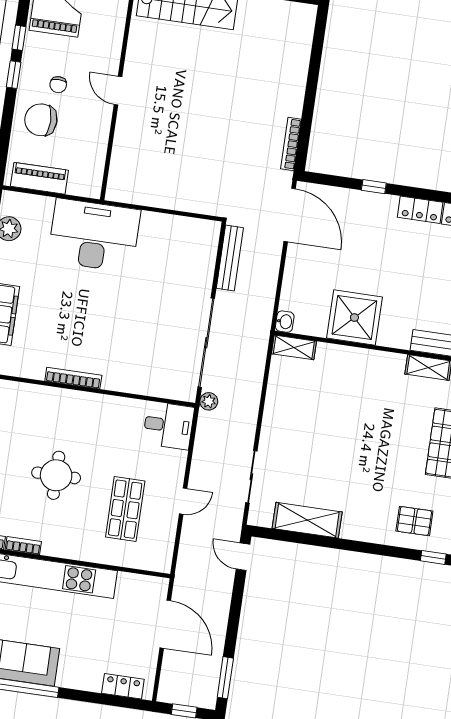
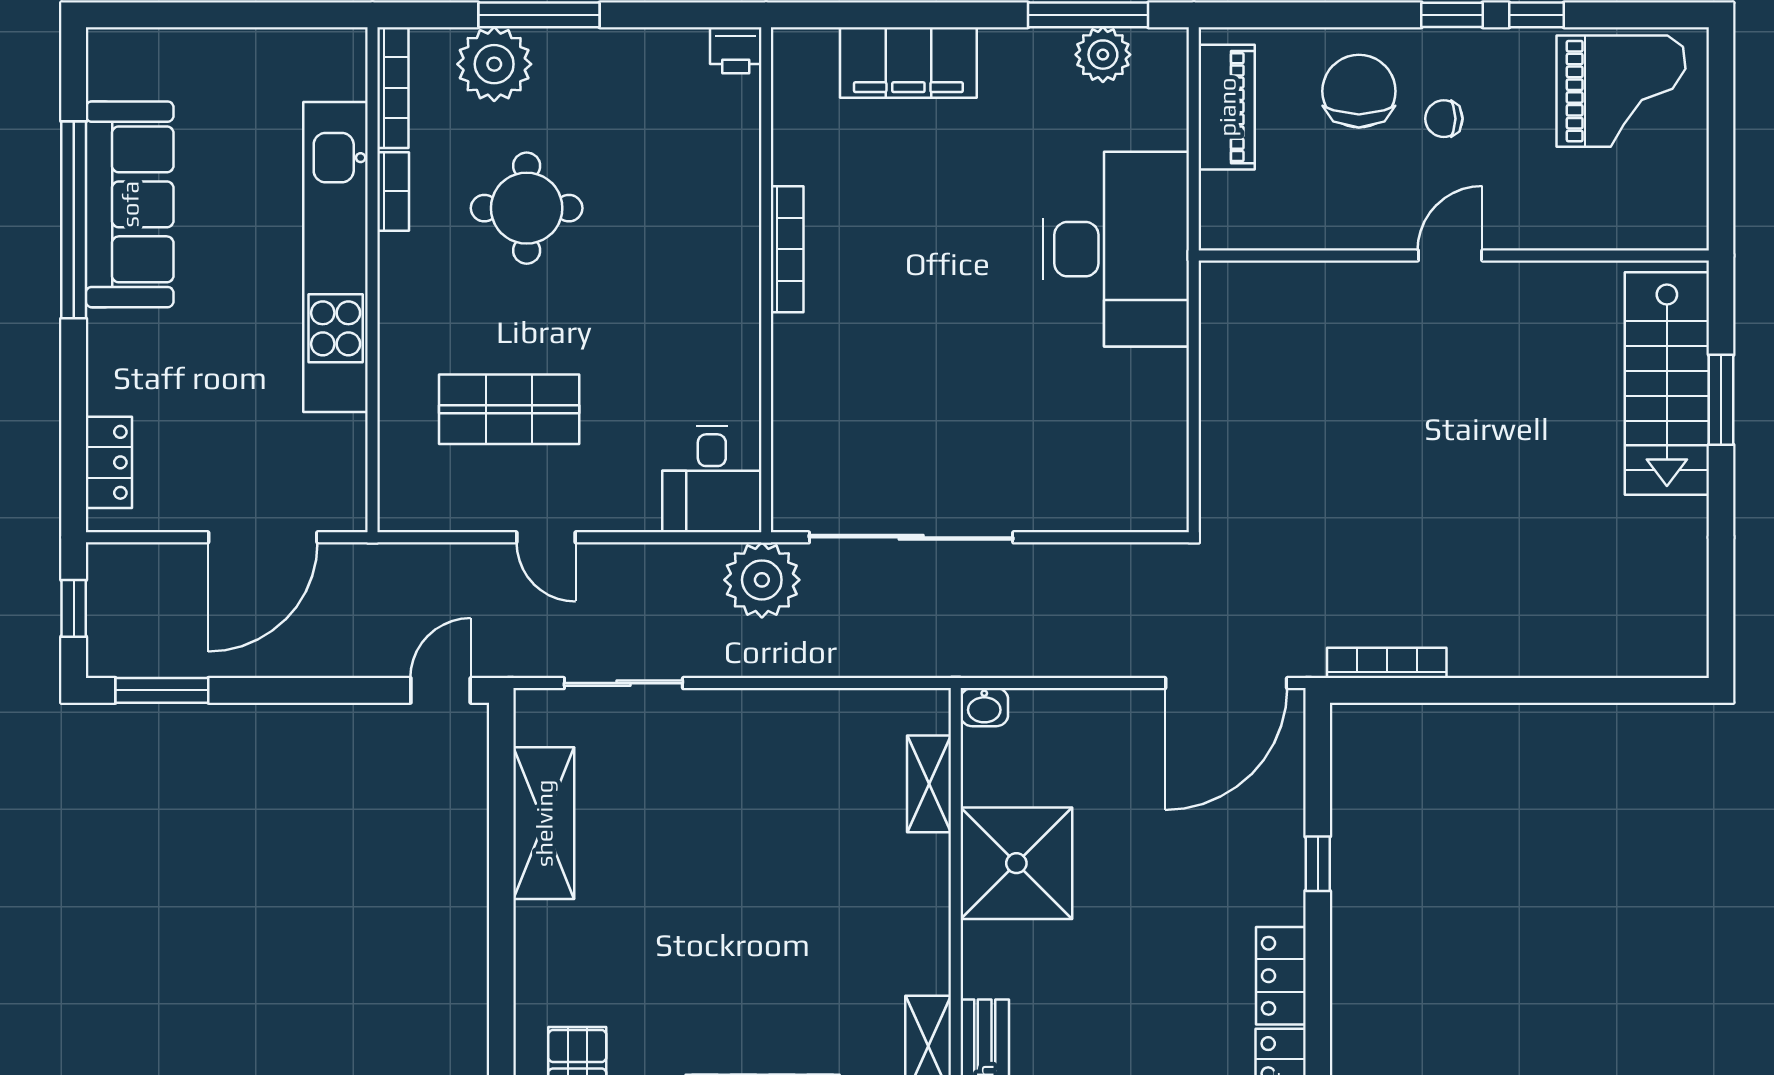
bench: (230, 258) -> (1110, 563), removed
shelving: (294, 347) -> (929, 784), moved
plant: (209, 401) -> (762, 580), width x1.87, depth x1.87
round table: (56, 475) -> (527, 208), moved

